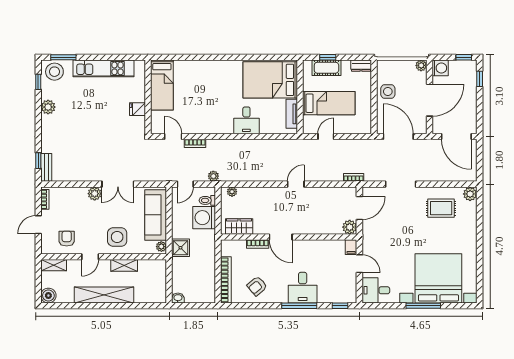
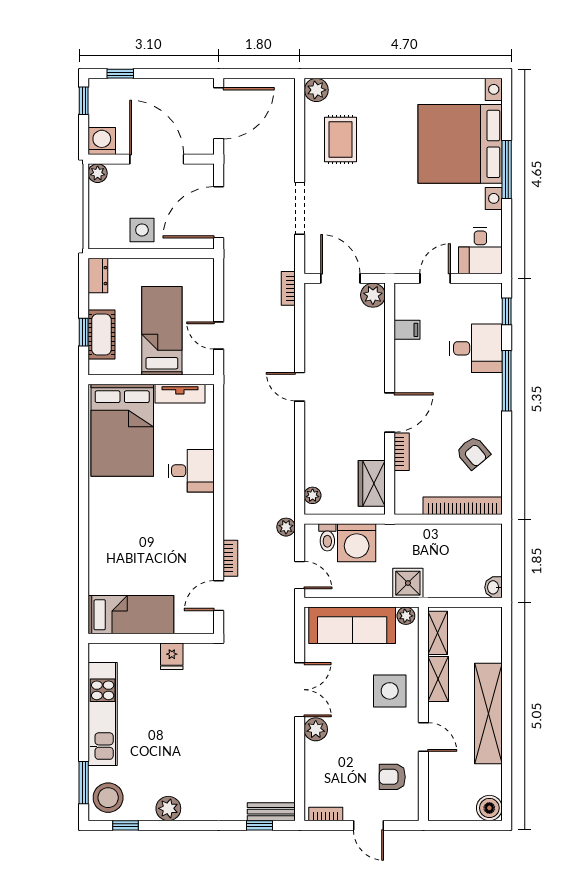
filing cabinet: (351, 247) -> (407, 330), moved
shelving: (54, 265) -> (438, 633), moved
desk: (303, 288) -> (476, 348), moved

